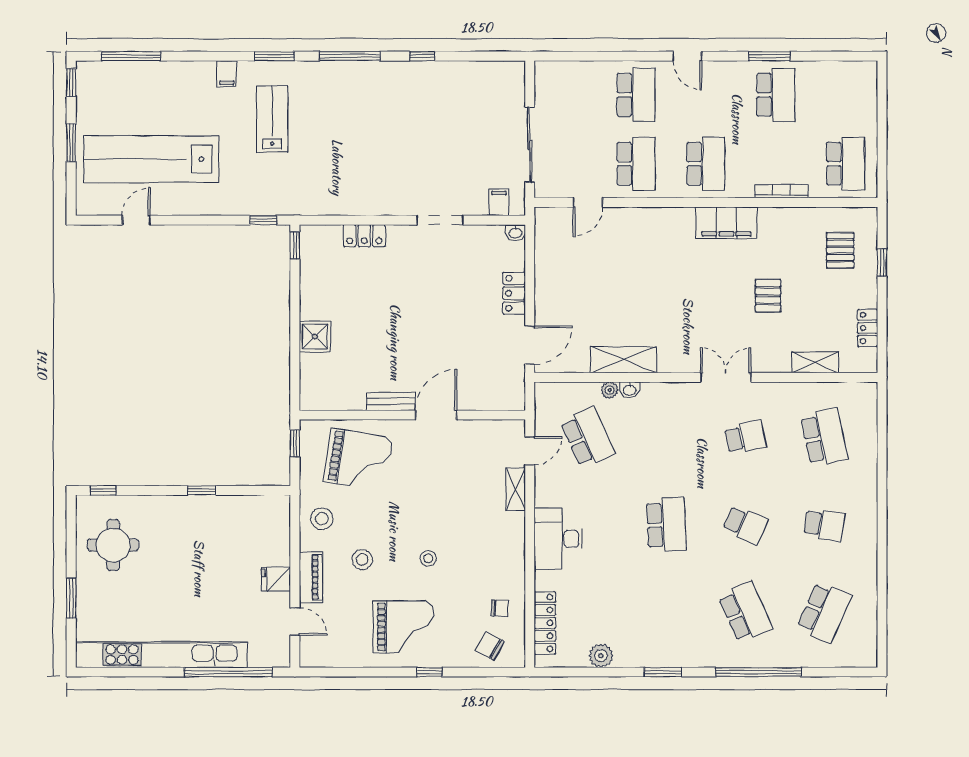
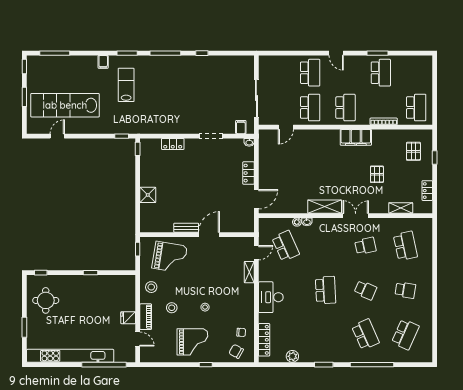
shelving: (624, 360) -> (325, 207), moved

